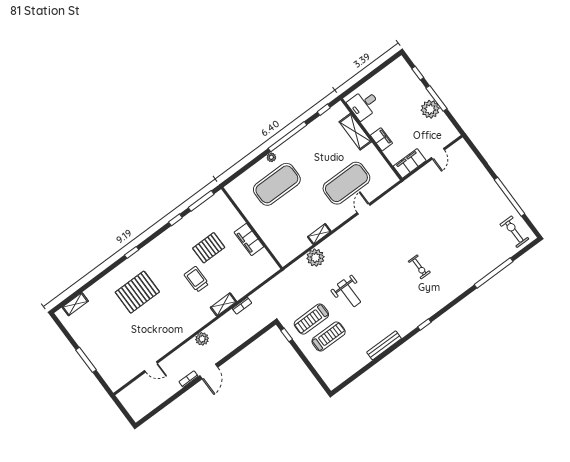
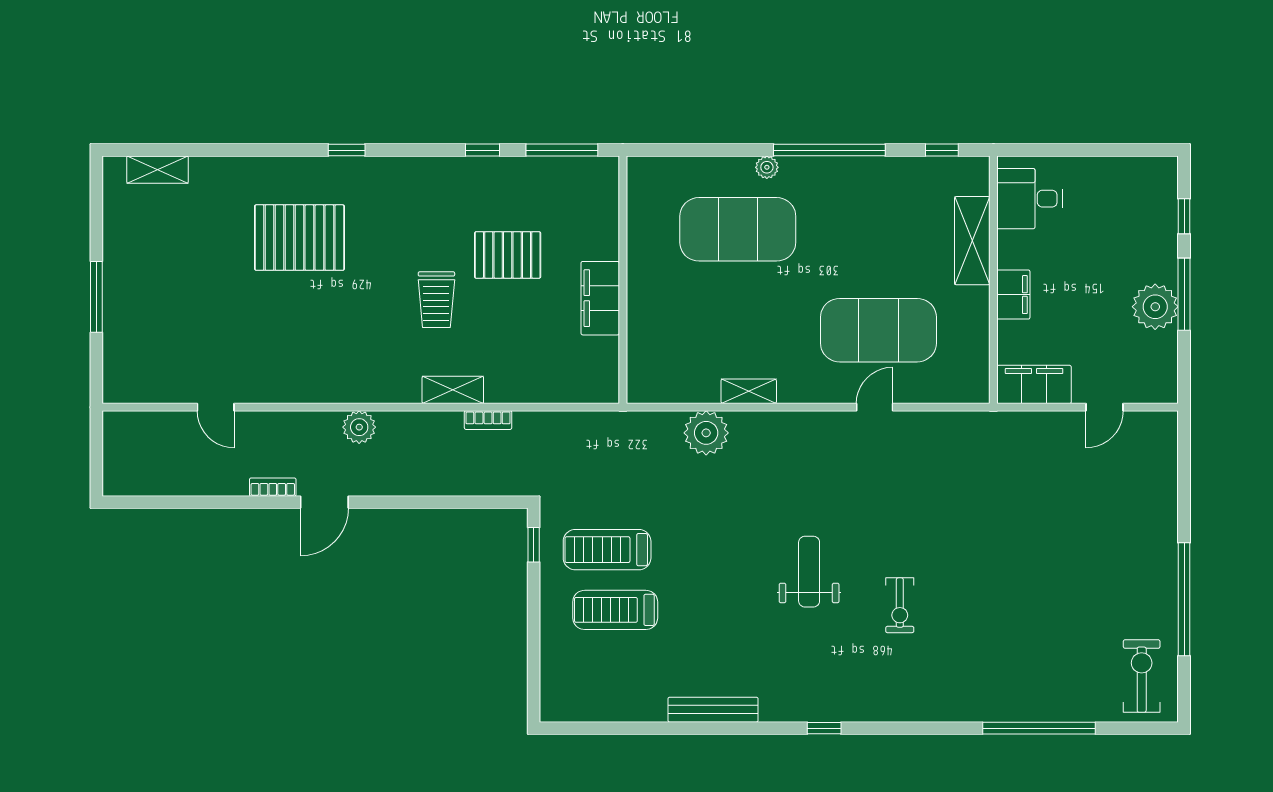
trolley: (196, 279) -> (436, 300), turned 180
weight bench: (349, 293) -> (809, 572), moved, turned 180
treadmill: (329, 337) -> (615, 610), turned 180

